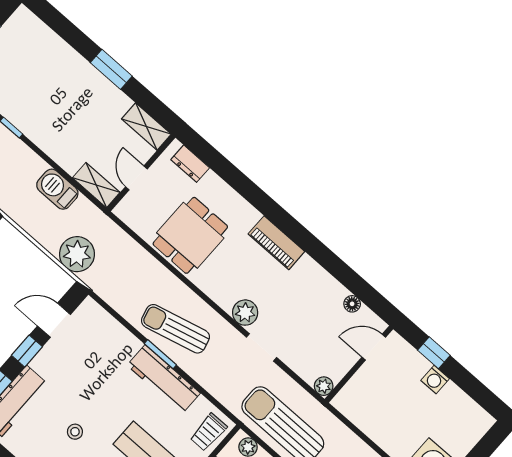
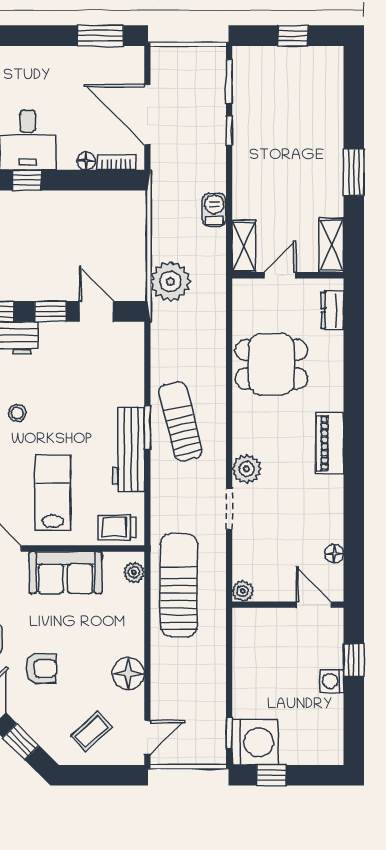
barbecue: (57, 189) -> (214, 210), width x0.73, depth x0.79

